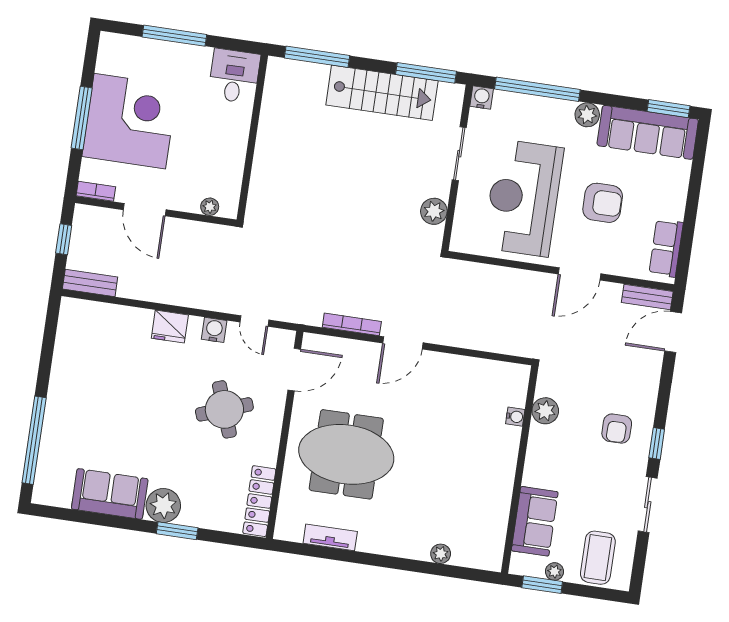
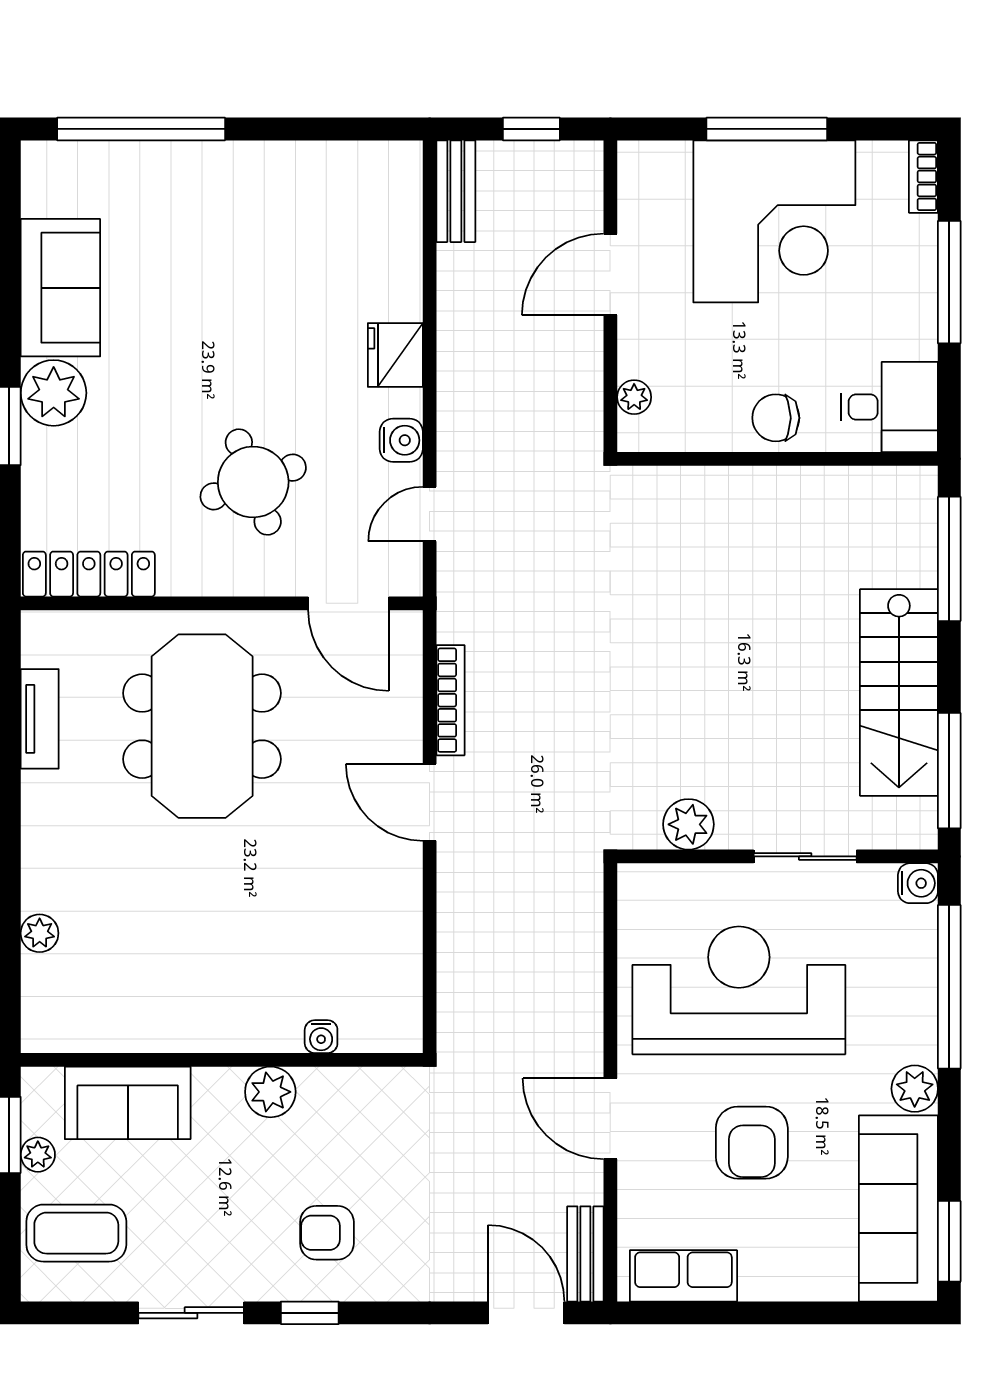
chair: (231, 135) -> (776, 418), added
bookcase: (96, 191) -> (923, 177), moved, turned 180
plant: (545, 411) -> (270, 1092), moved

